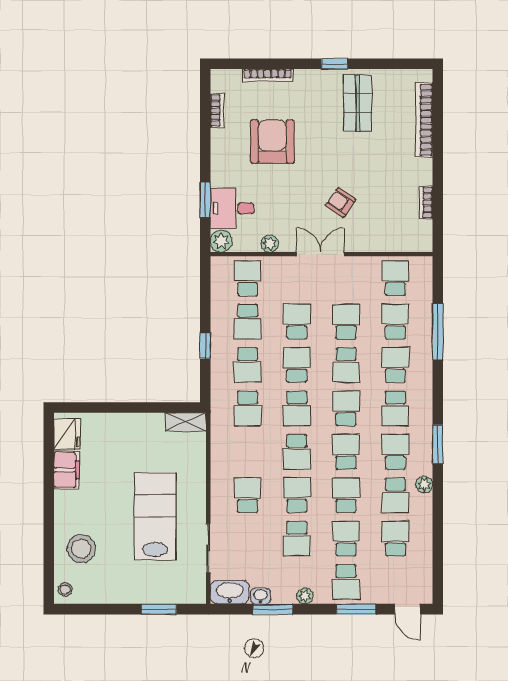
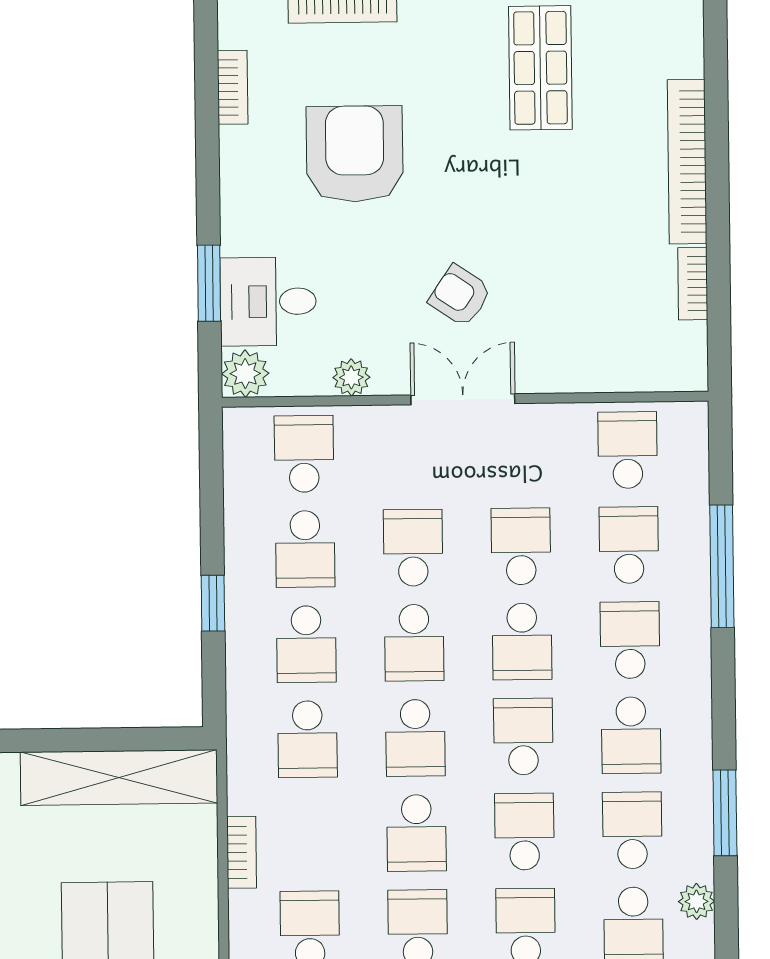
bookcase: (424, 120) -> (687, 162), moved
armchair: (341, 202) -> (460, 296), moved
school desk: (297, 365) -> (414, 643), turned 180
shelving: (186, 422) -> (119, 777), width x2.20, depth x1.33
bookcase: (217, 460) -> (242, 852), added

